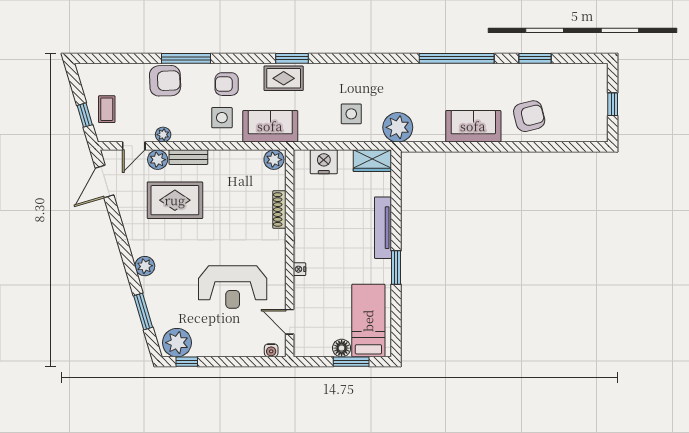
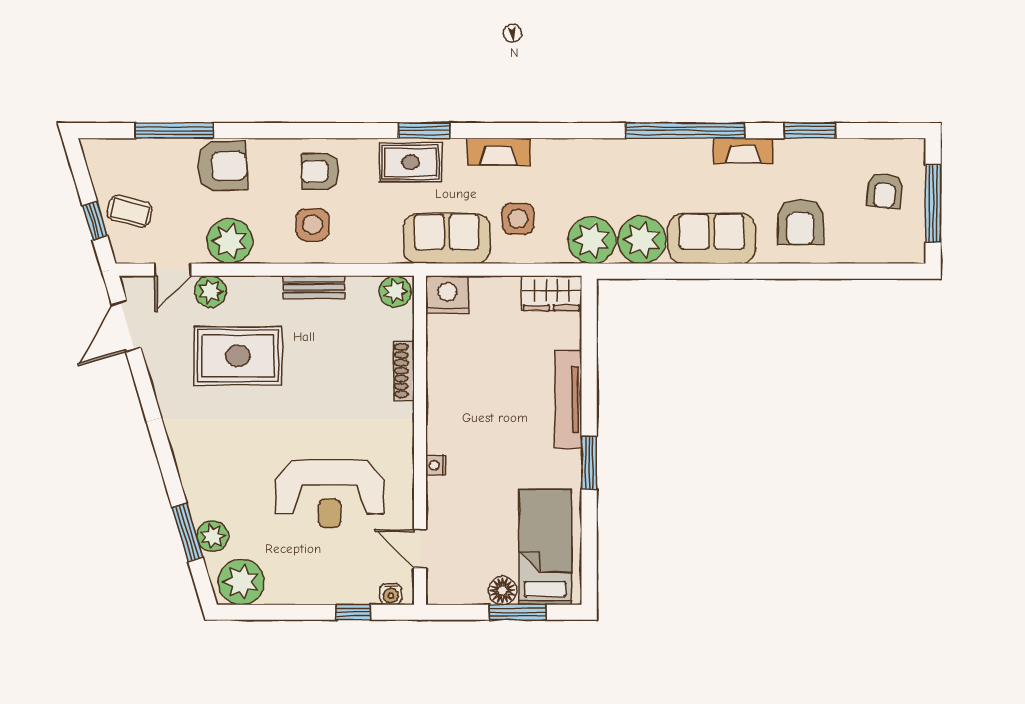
window: (186, 58) -> (174, 131), moved
fireplace: (493, 71) -> (743, 151), added
fireplace: (339, 72) -> (498, 151), added
armchair: (582, 96) -> (885, 191), added
window: (613, 104) -> (933, 203), width x2.17
coffee table: (107, 109) -> (130, 211), turned -76
armchair: (529, 116) -> (801, 222), turned 104
sofa: (270, 126) -> (447, 239), moved
plant: (429, 127) -> (642, 240), added
plant: (163, 135) -> (230, 241), width x1.88, depth x1.88
bench: (188, 157) -> (314, 287), moved
nightstand: (324, 162) -> (447, 295), moved
plant: (145, 266) -> (213, 536), moved
window: (187, 362) -> (353, 612), moved

